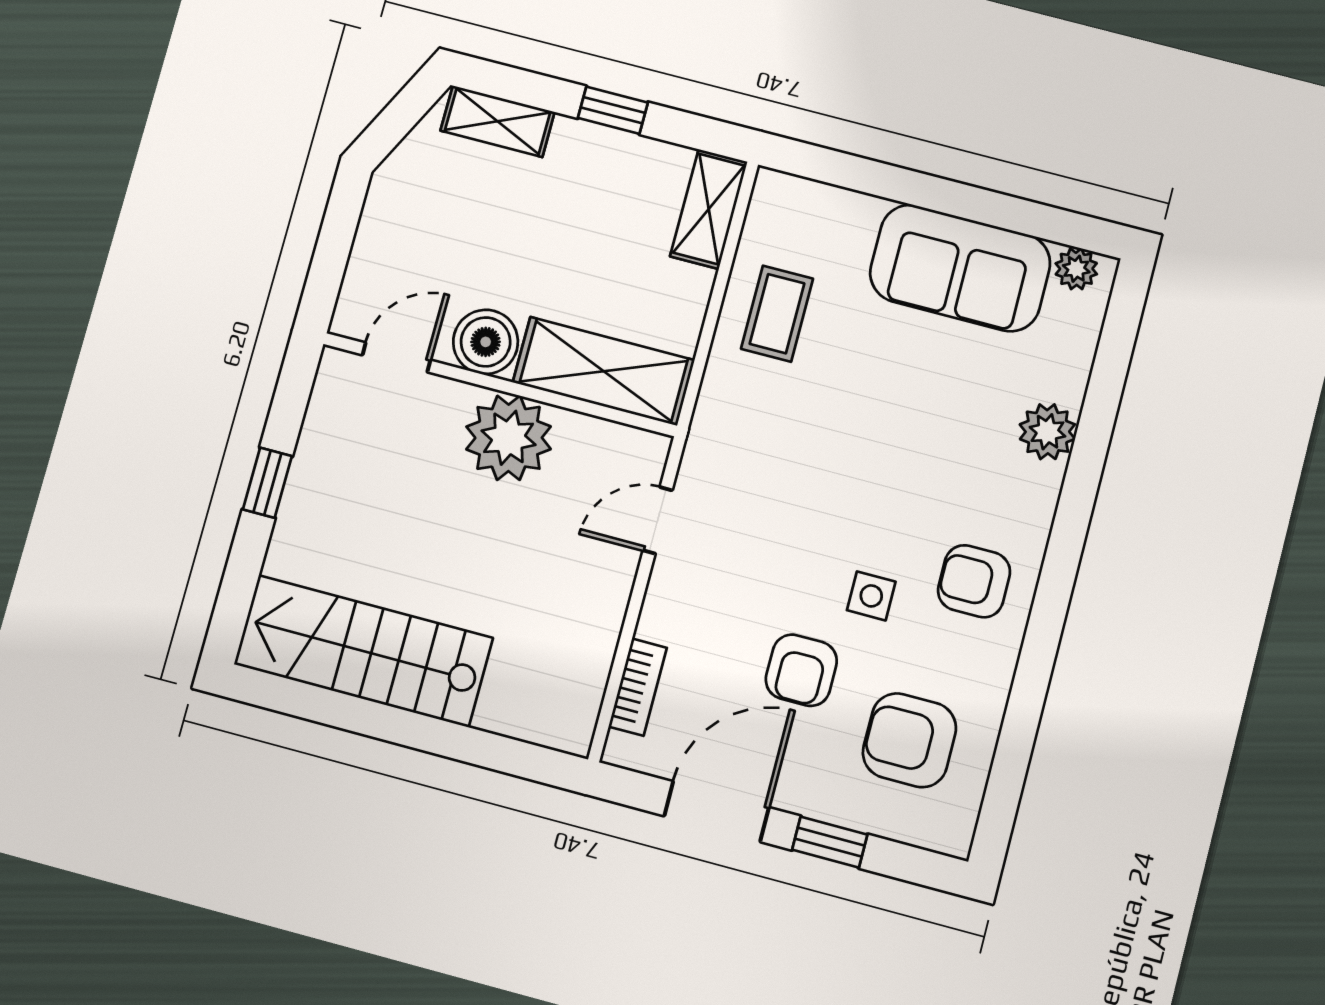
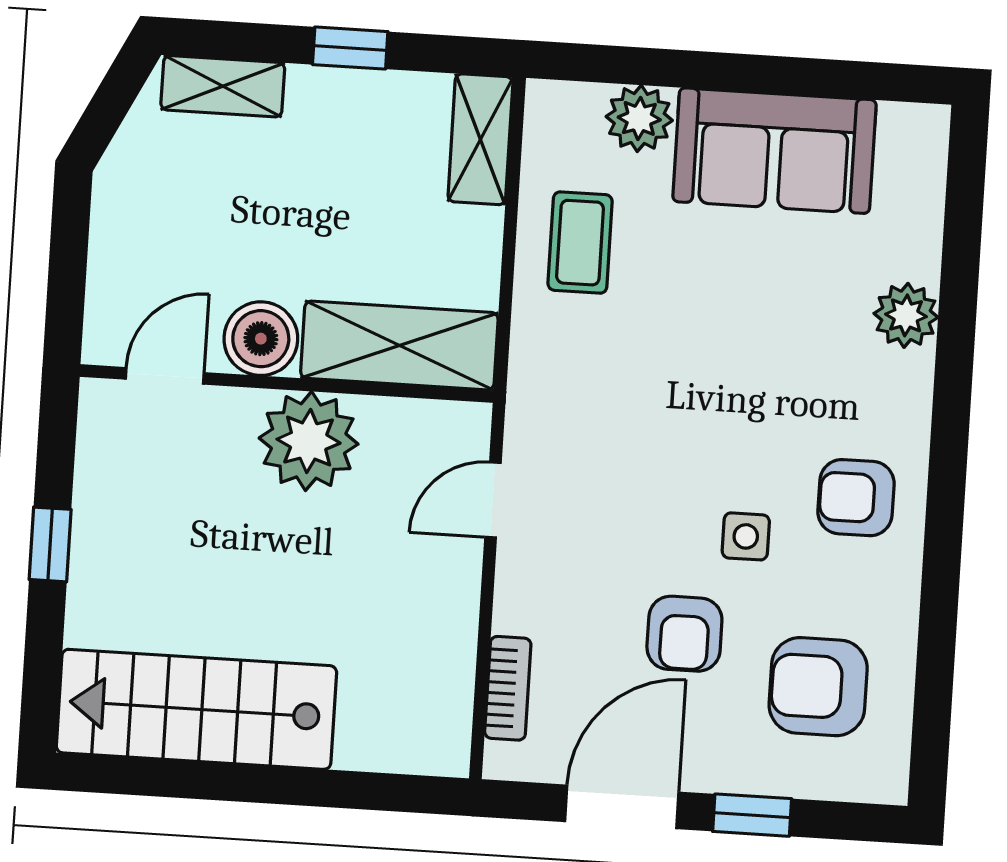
plant: (1076, 269) -> (639, 118), moved, width x1.38, depth x1.38

